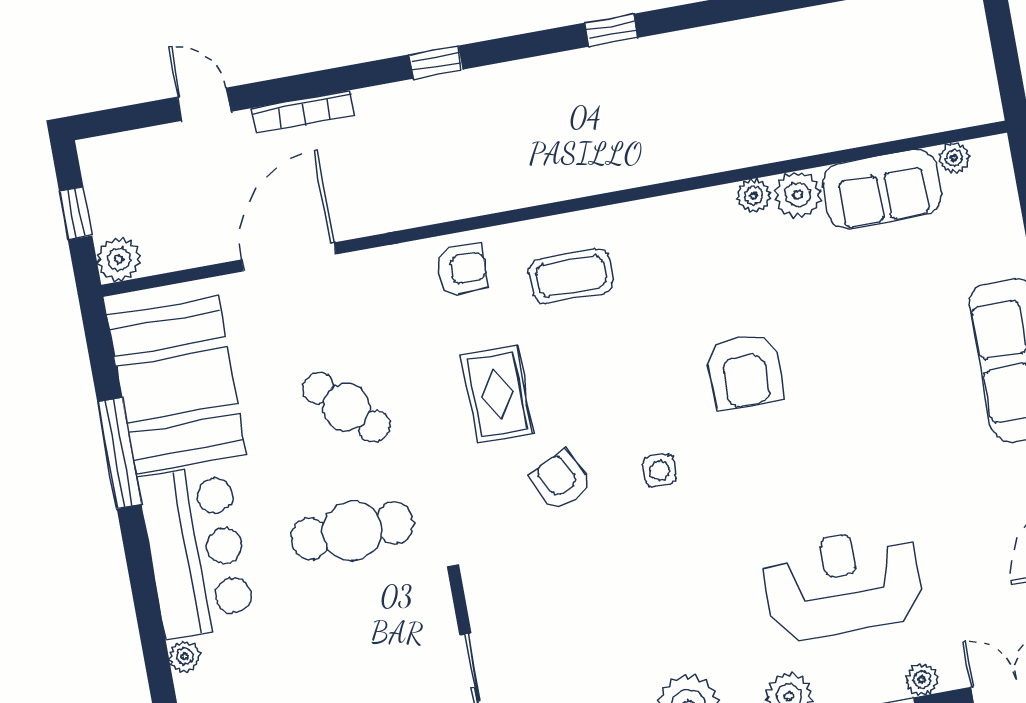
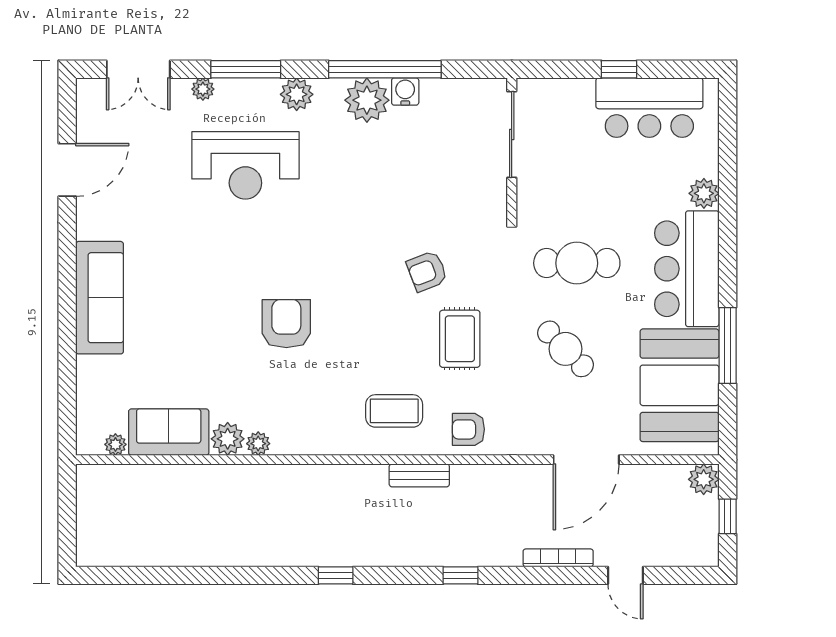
bench: (519, 192) -> (419, 475), added
side table: (660, 471) -> (357, 266), removed
armchair: (561, 481) -> (427, 271), turned 96
plant: (185, 656) -> (704, 193), width x1.38, depth x1.38

